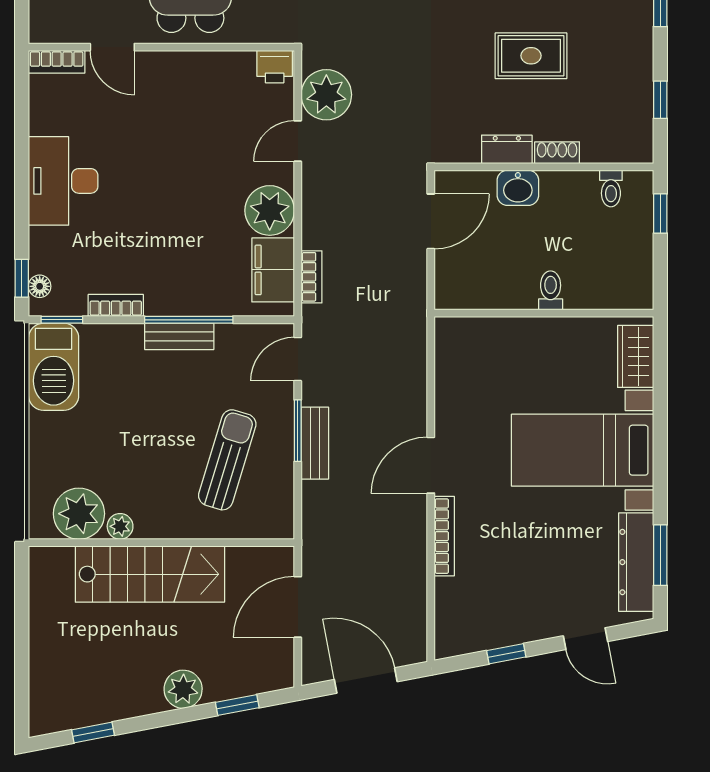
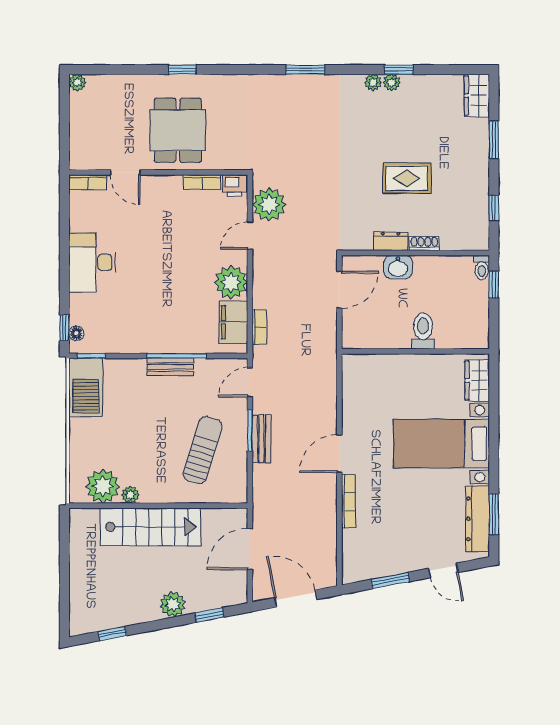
toilet: (611, 189) -> (482, 268), moved
toilet: (551, 290) -> (423, 331), width x1.37, depth x1.39
bookcase: (116, 305) -> (202, 182), moved, turned 180
window: (506, 654) -> (390, 581), width x1.50

